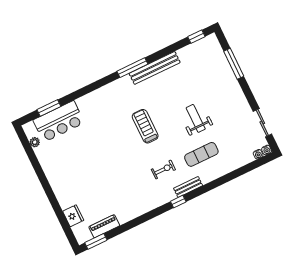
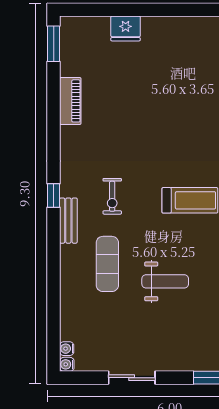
sliding door: (262, 123) -> (132, 378), moved
fridge: (73, 216) -> (126, 28), moved
piano: (104, 226) -> (70, 101), moved

